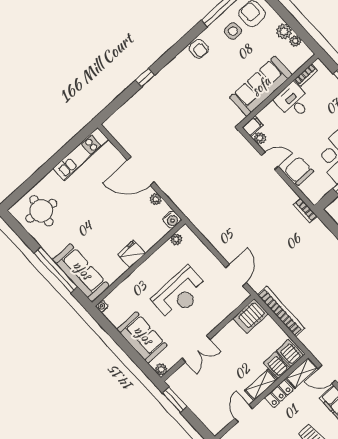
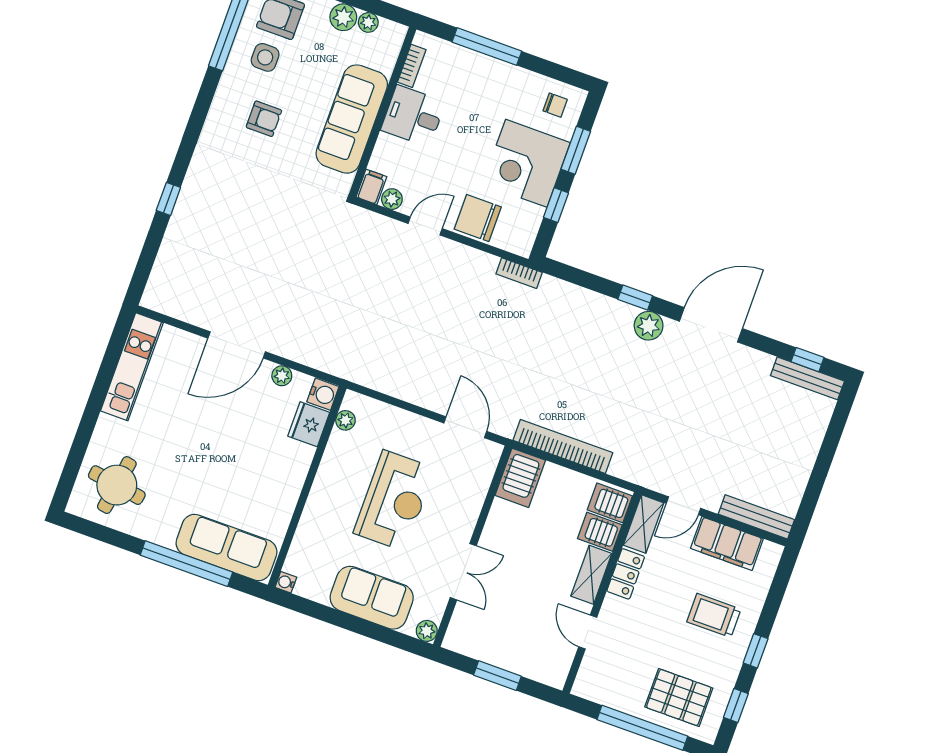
armchair: (199, 49) -> (264, 119), moved
fridge: (132, 254) -> (309, 424), moved
window: (175, 400) -> (497, 676), moved

